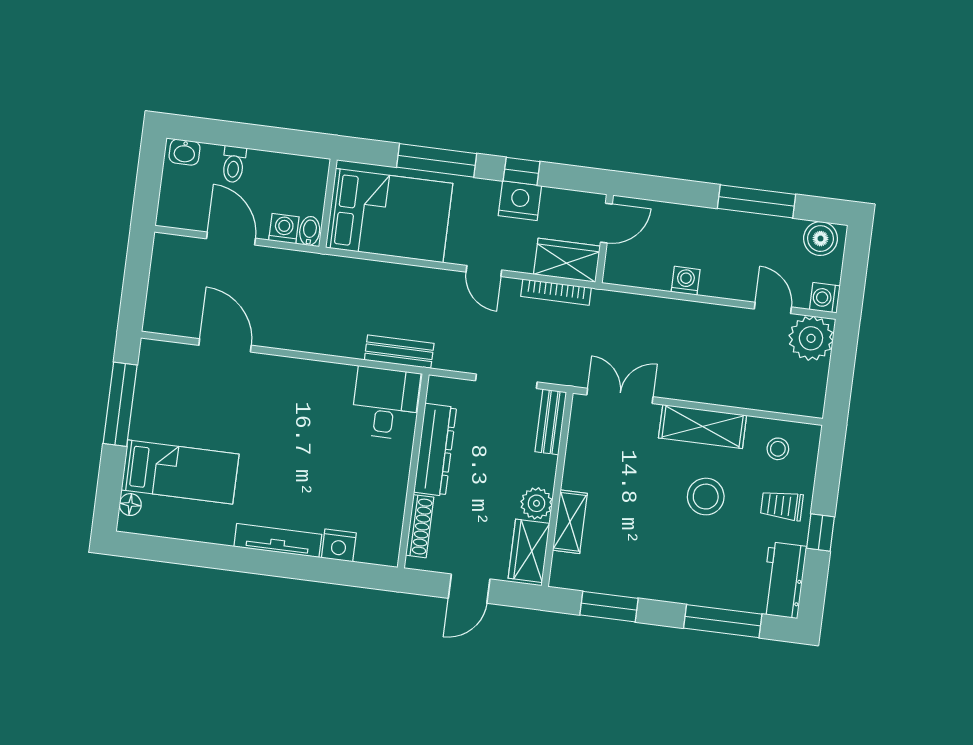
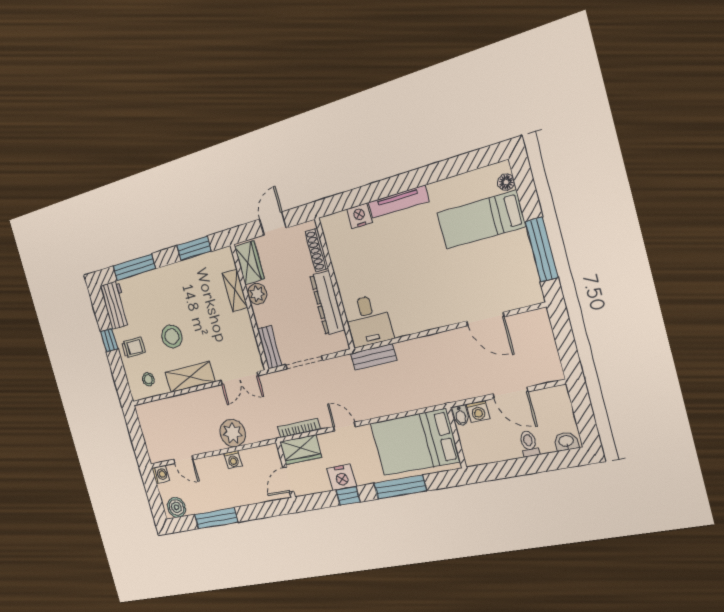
plant: (811, 338) -> (233, 433), moved

